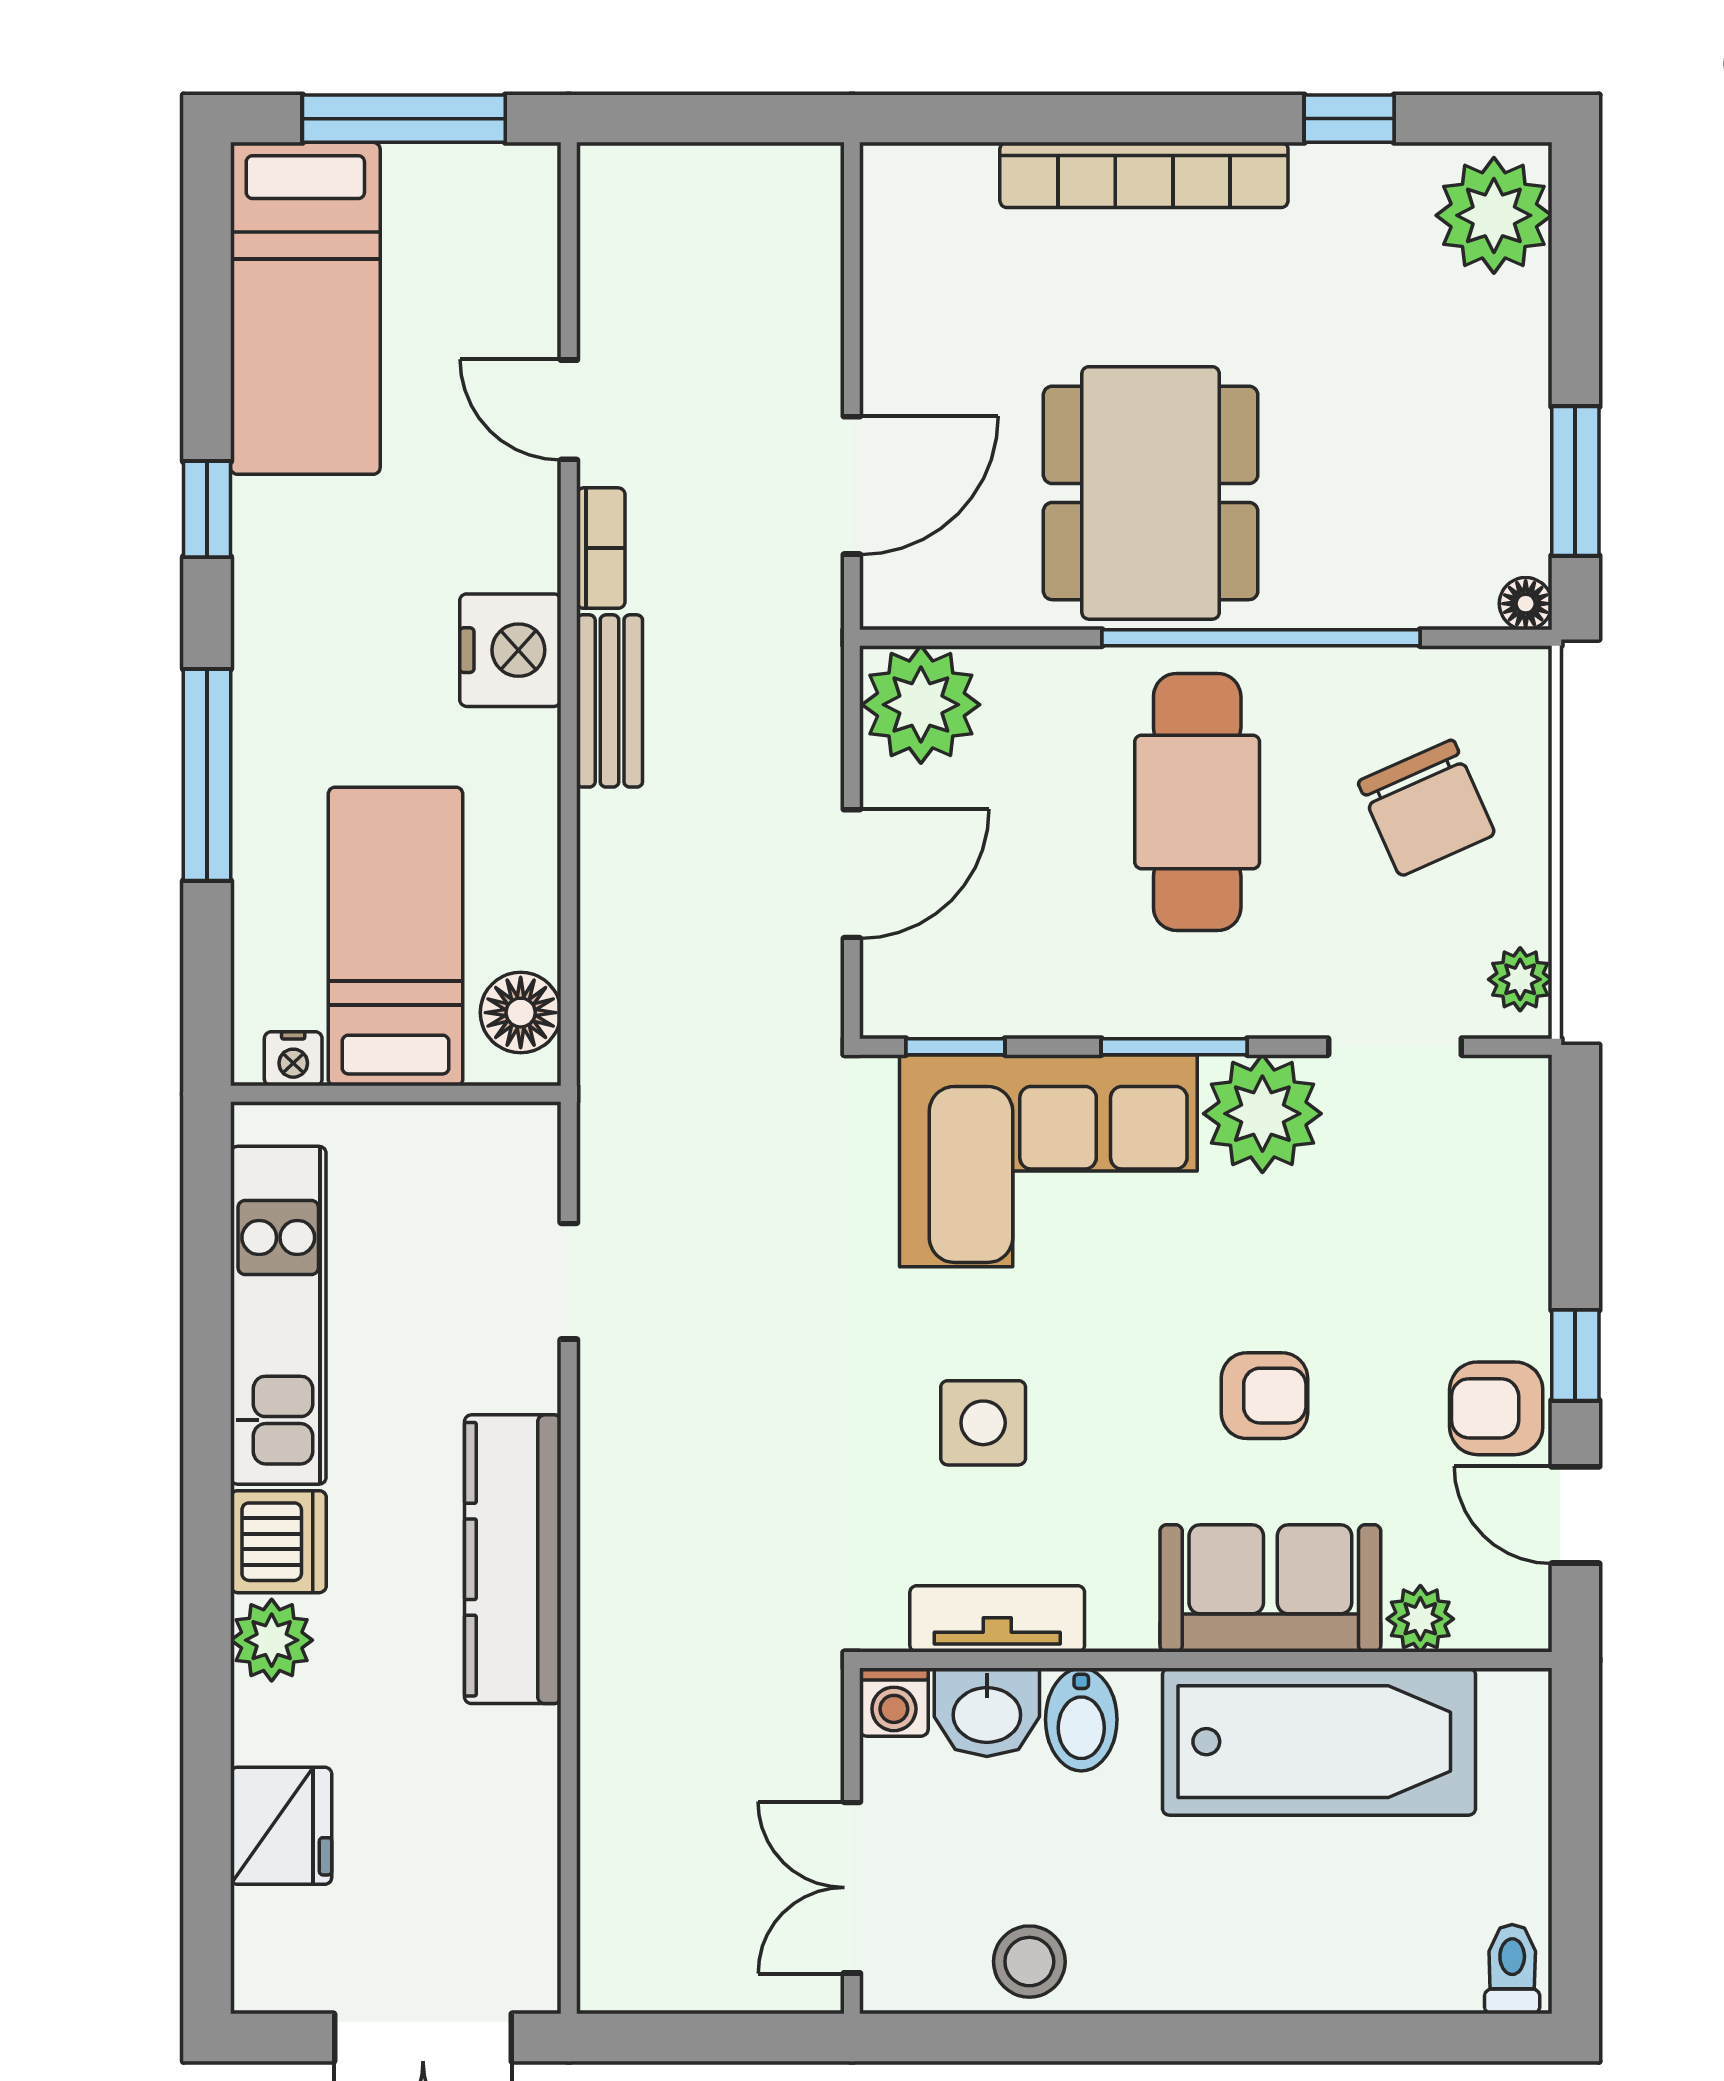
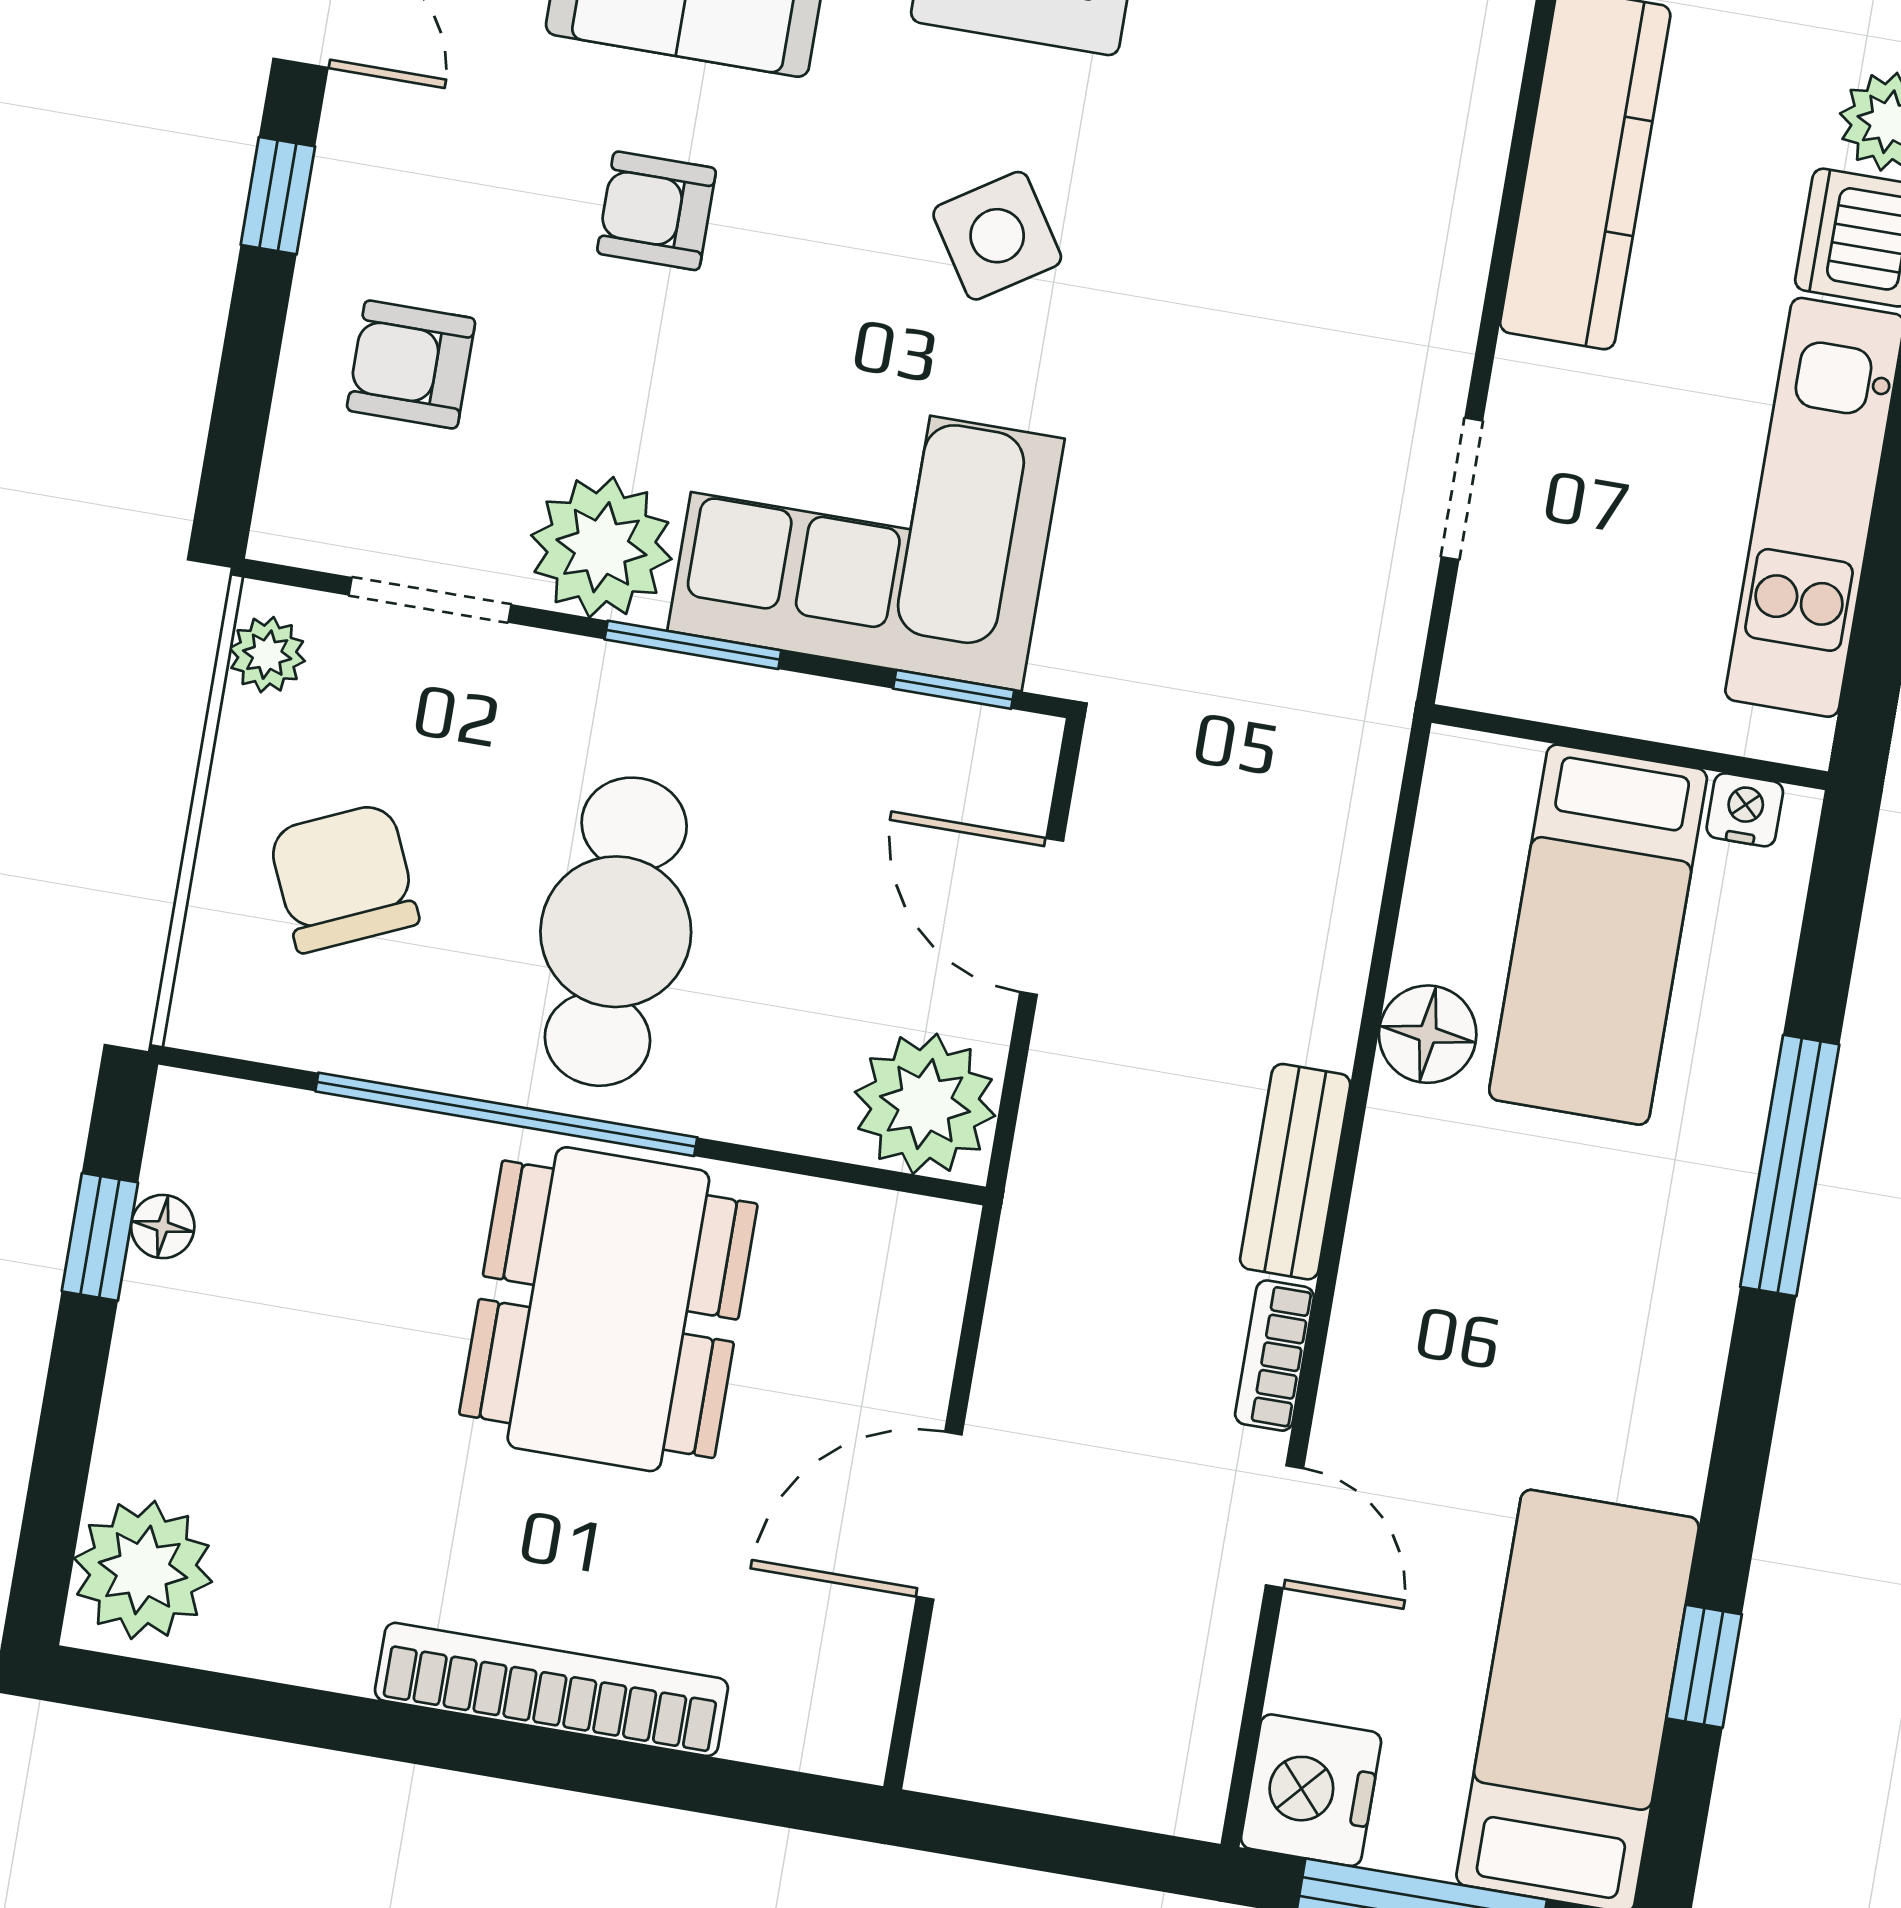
window: (1349, 119) -> (296, 1715), removed
window: (1575, 481) -> (100, 1237), width x0.67
door: (852, 485) -> (939, 1516), moved
window: (207, 509) -> (1704, 1666), moved
floor lamp: (1526, 604) -> (163, 1227), moved
nightstand: (510, 650) -> (1311, 1790), moved
door: (852, 874) -> (1042, 916), hinge flipped
floor lamp: (521, 1013) -> (1428, 1034), moved
armchair: (1496, 1408) -> (411, 364), moved, turned 180
side table: (983, 1423) -> (997, 236), turned -33

